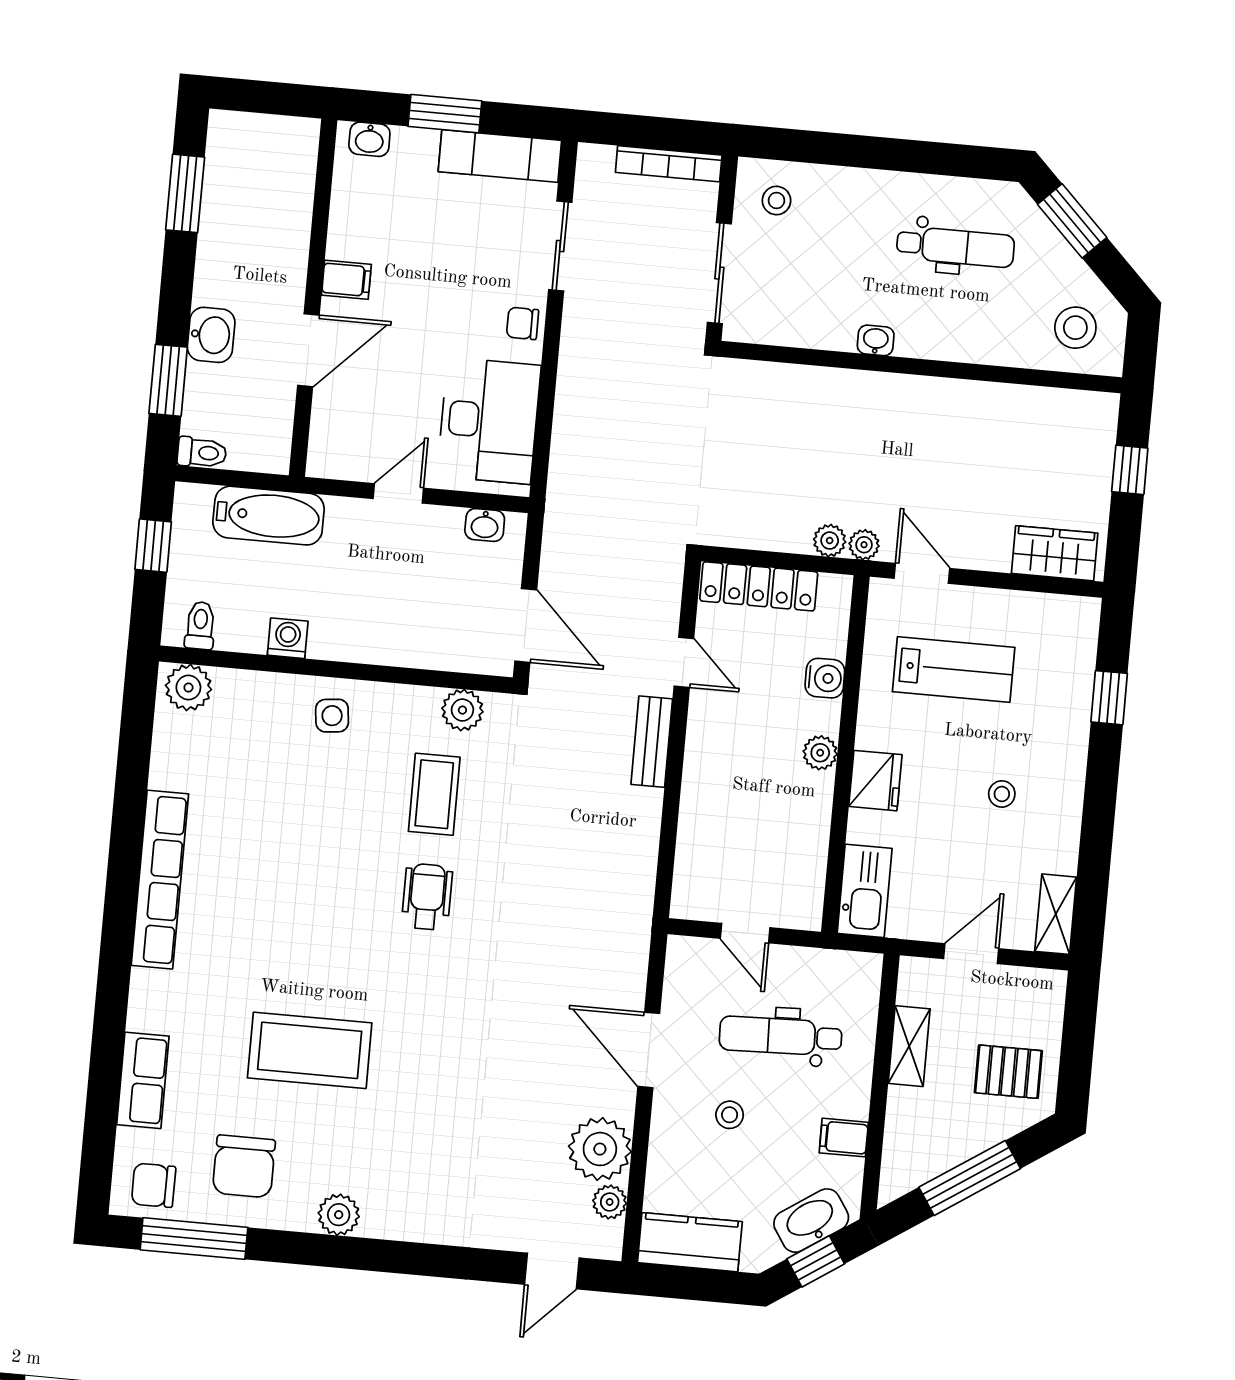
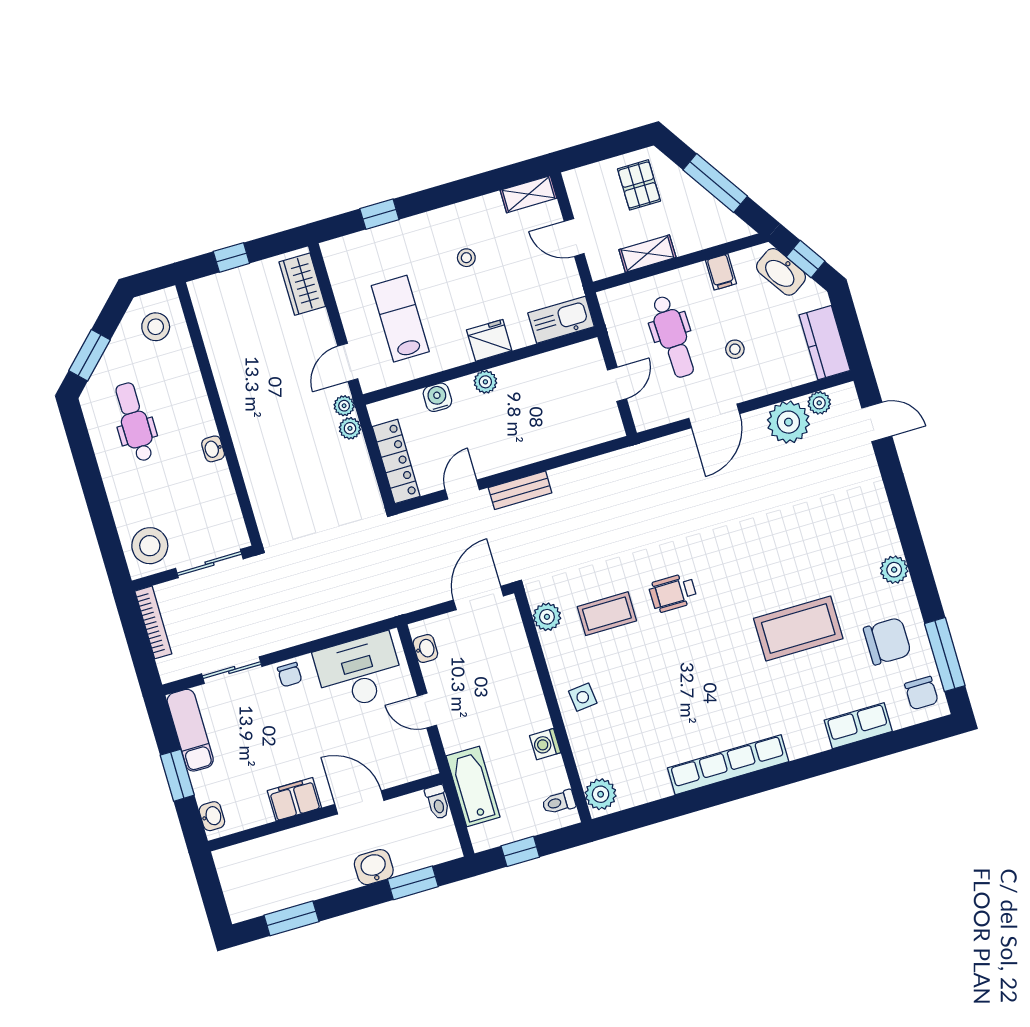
stool: (776, 201) -> (150, 546), width x1.89, depth x1.89
filing cabinet: (346, 280) -> (294, 799), width x2.00
toilet: (202, 453) -> (438, 802), moved, turned 180
coffee table: (310, 1050) -> (798, 629), turned 90

